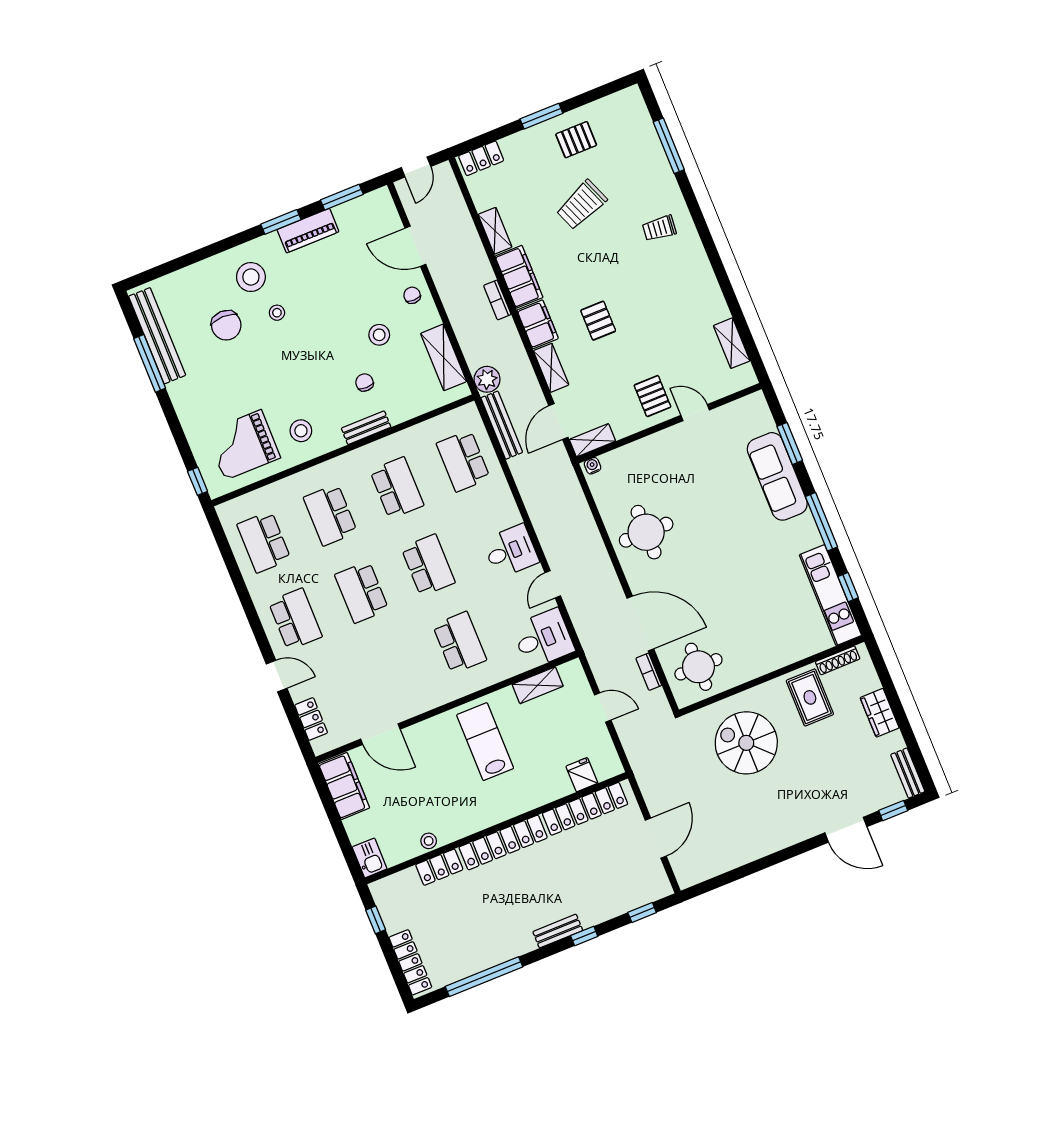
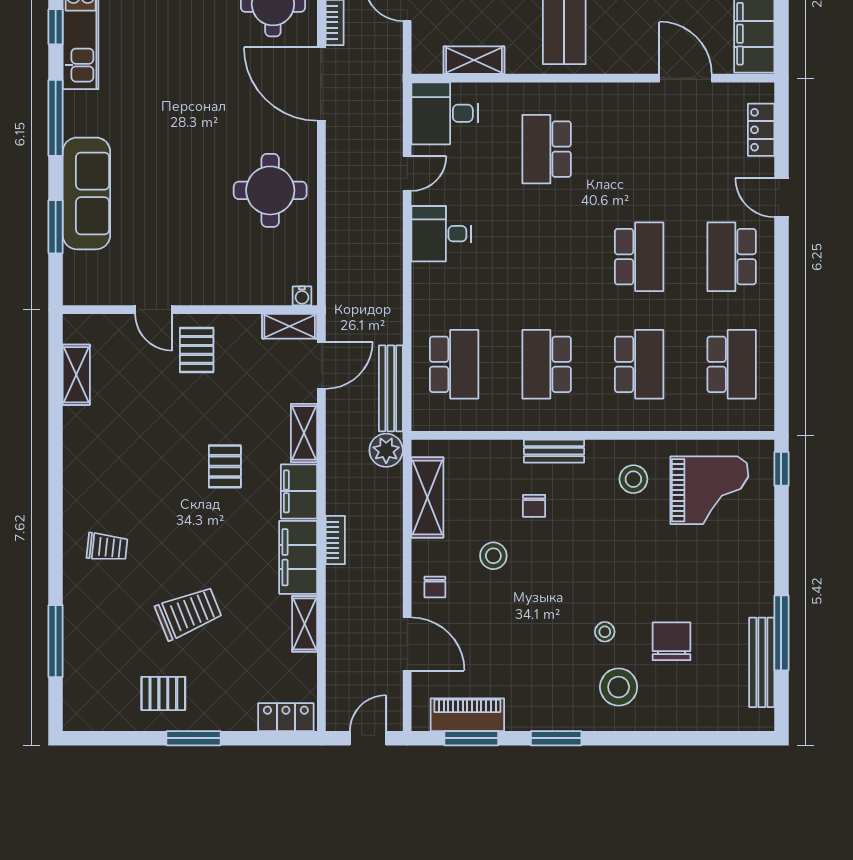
piano: (308, 231) -> (467, 715), moved
bench: (157, 336) -> (762, 662), width x0.73, depth x0.82
school desk: (428, 565) -> (547, 257), removed

